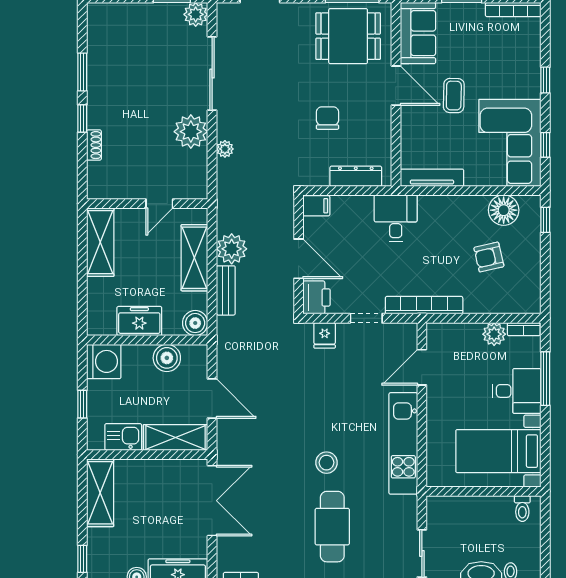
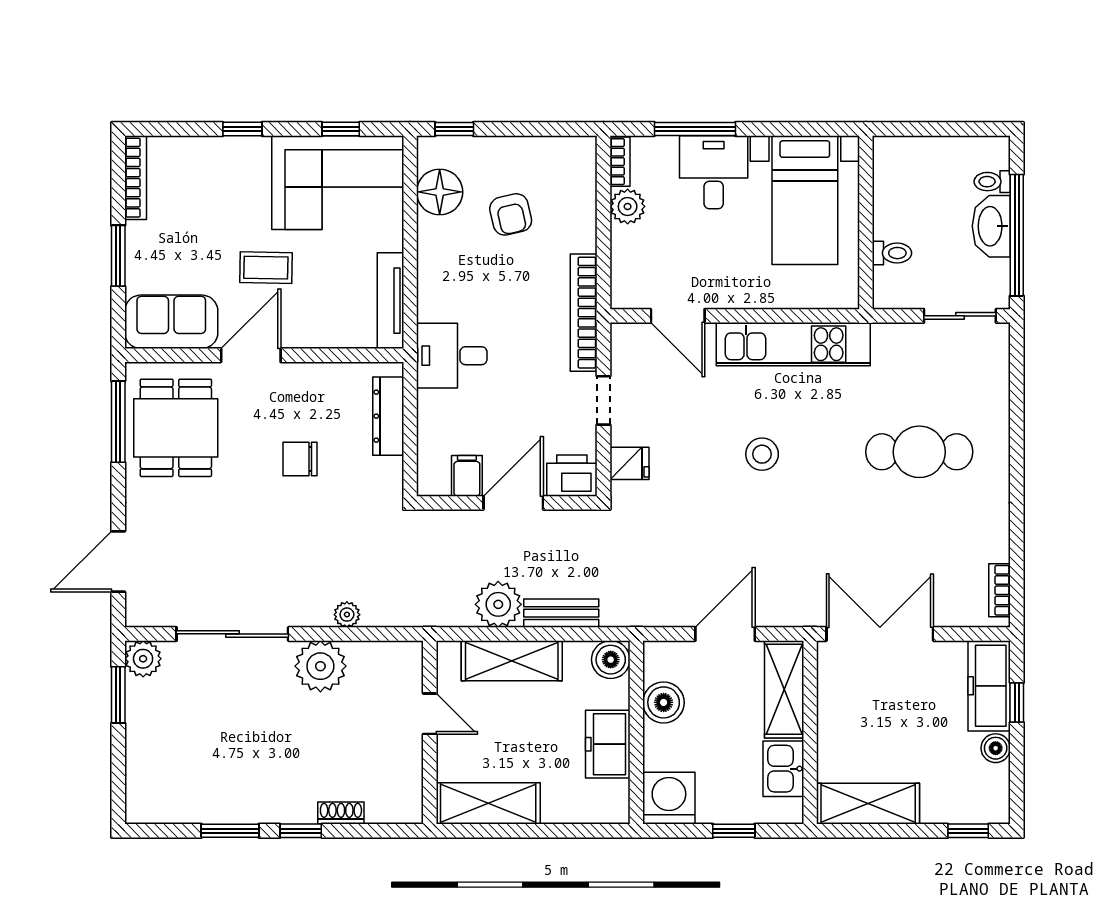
filing cabinet: (316, 206) -> (467, 476), moved
stool: (326, 463) -> (762, 454), moved
toilet: (522, 509) -> (892, 253), moved

